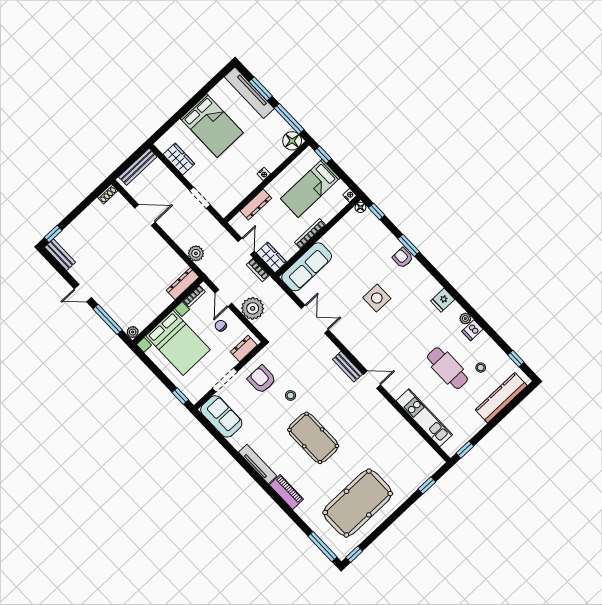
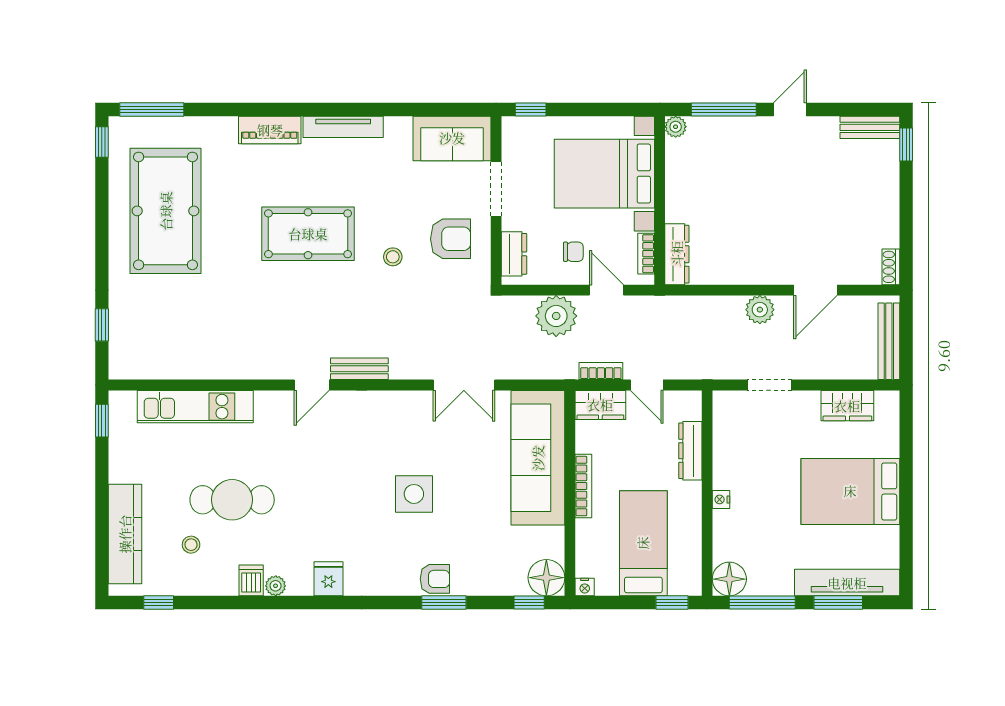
floor lamp: (360, 207) -> (546, 578), width x1.89, depth x1.89
plant: (196, 253) -> (760, 310), moved
sofa: (307, 267) -> (538, 458), width x1.36, depth x1.27

